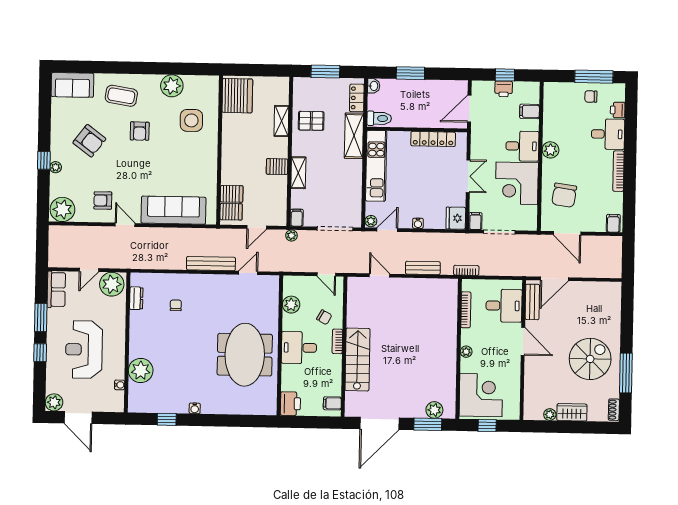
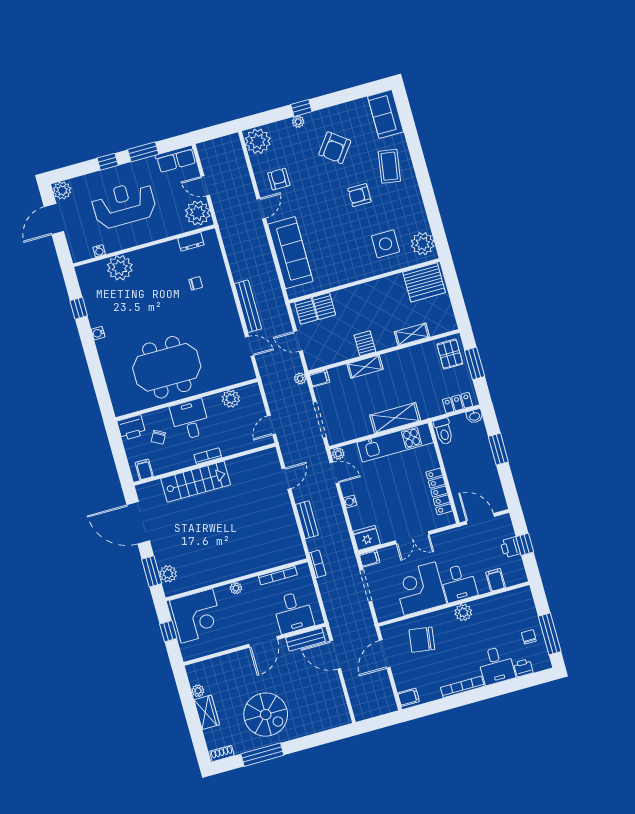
plant: (172, 86) -> (423, 244), moved
pallet: (311, 121) -> (450, 354), moved
shelving: (354, 136) -> (395, 418), moved
chair: (324, 317) -> (158, 437), moved

